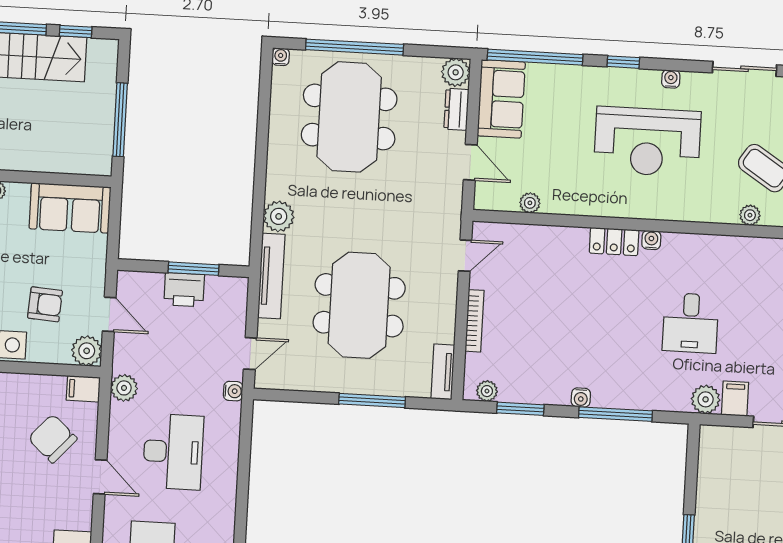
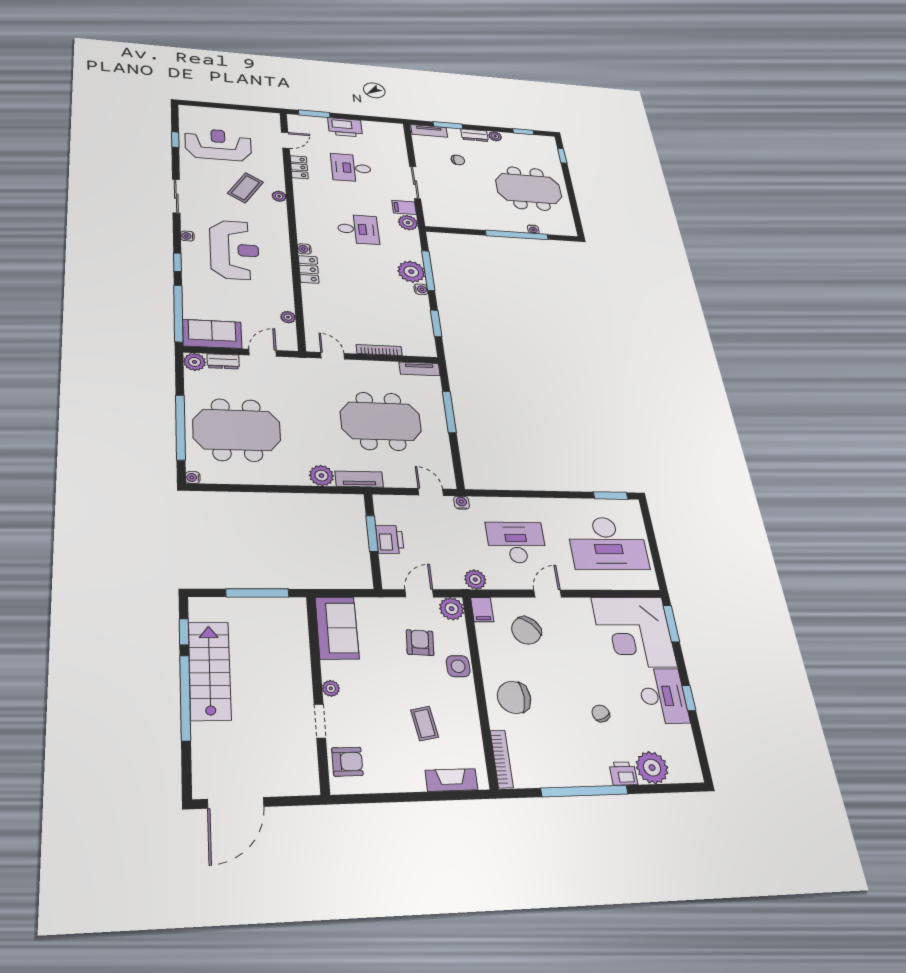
tv unit: (271, 276) -> (359, 479), width x0.71
plant: (487, 391) -> (411, 272), moved, width x1.88, depth x1.88

